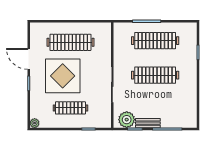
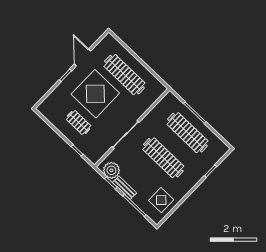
display table: (183, 107) -> (161, 200), added
clothes rail: (70, 108) -> (79, 123), width x0.73
plant: (35, 123) -> (42, 108), removed

